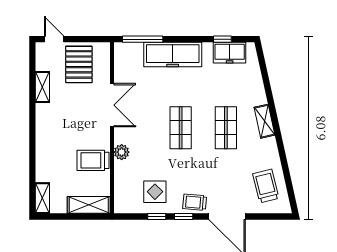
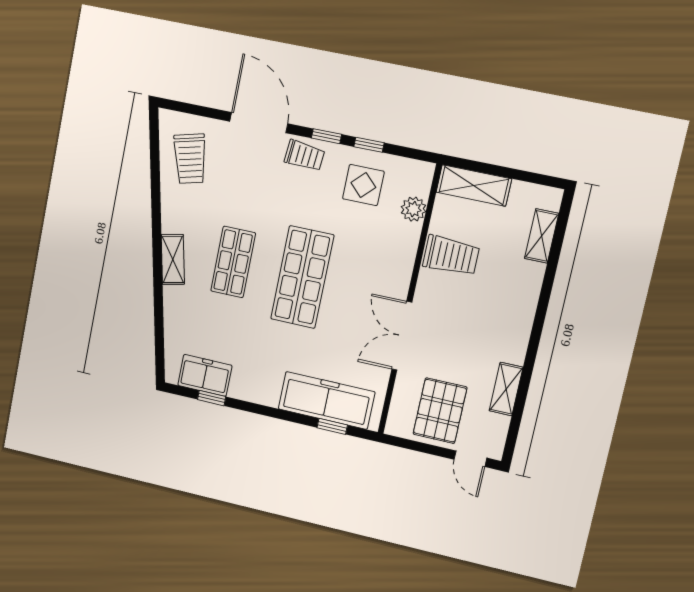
window: (143, 39) -> (332, 426), width x0.46
freezer: (173, 55) -> (326, 400), moved
shop shelf: (181, 128) -> (302, 277), width x1.43, depth x1.36
plant: (122, 152) -> (413, 209), moved
shelving: (42, 198) -> (542, 236), moved

